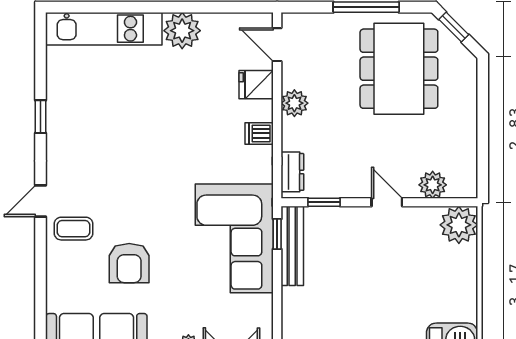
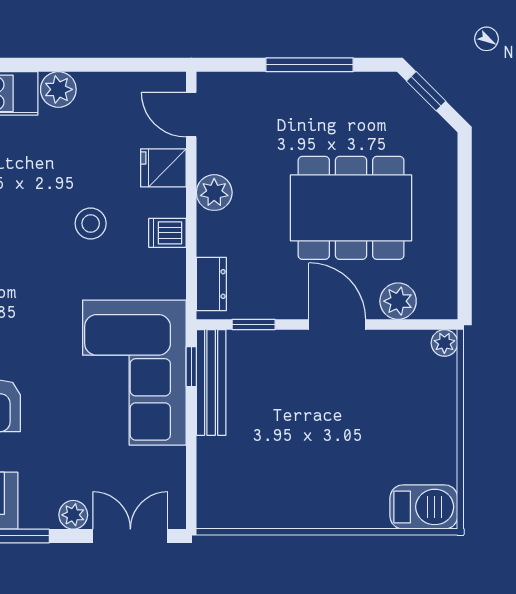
plant: (182, 31) -> (58, 89), width x0.73, depth x0.73
dining table: (399, 69) -> (351, 208), moved, turned 90
stool: (202, 126) -> (91, 223), added
door: (387, 202) -> (337, 324), width x1.38
plant: (459, 225) -> (444, 343), width x0.53, depth x0.53

